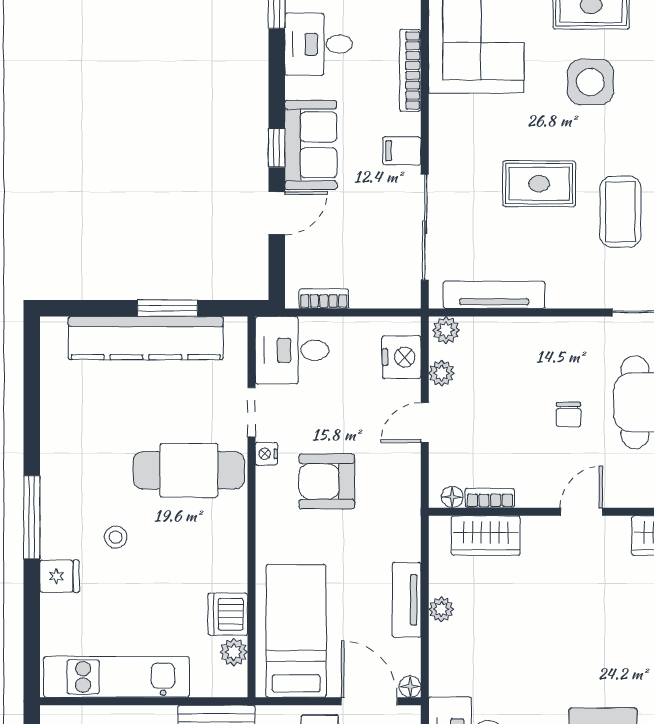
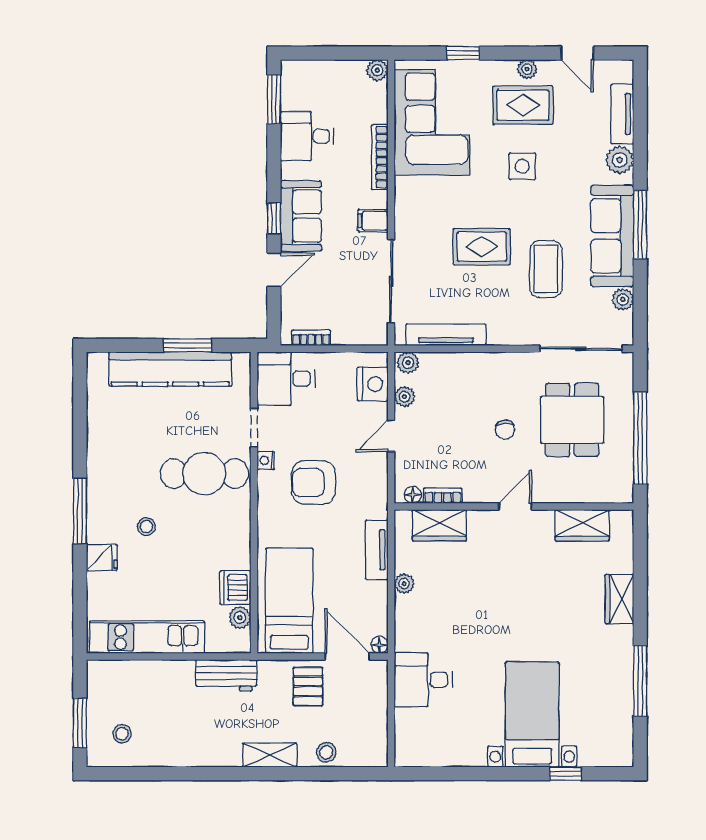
side table: (590, 82) -> (522, 166), width x0.73, depth x0.73
tv unit: (406, 600) -> (377, 550), moved

